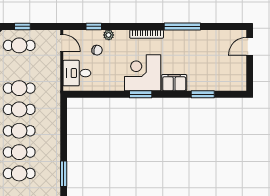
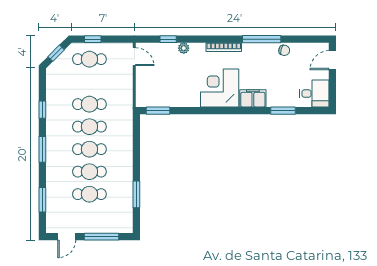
chair: (97, 50) -> (284, 50), moved
desk: (77, 73) -> (314, 94), moved, turned 180
window: (141, 94) -> (158, 111), moved

